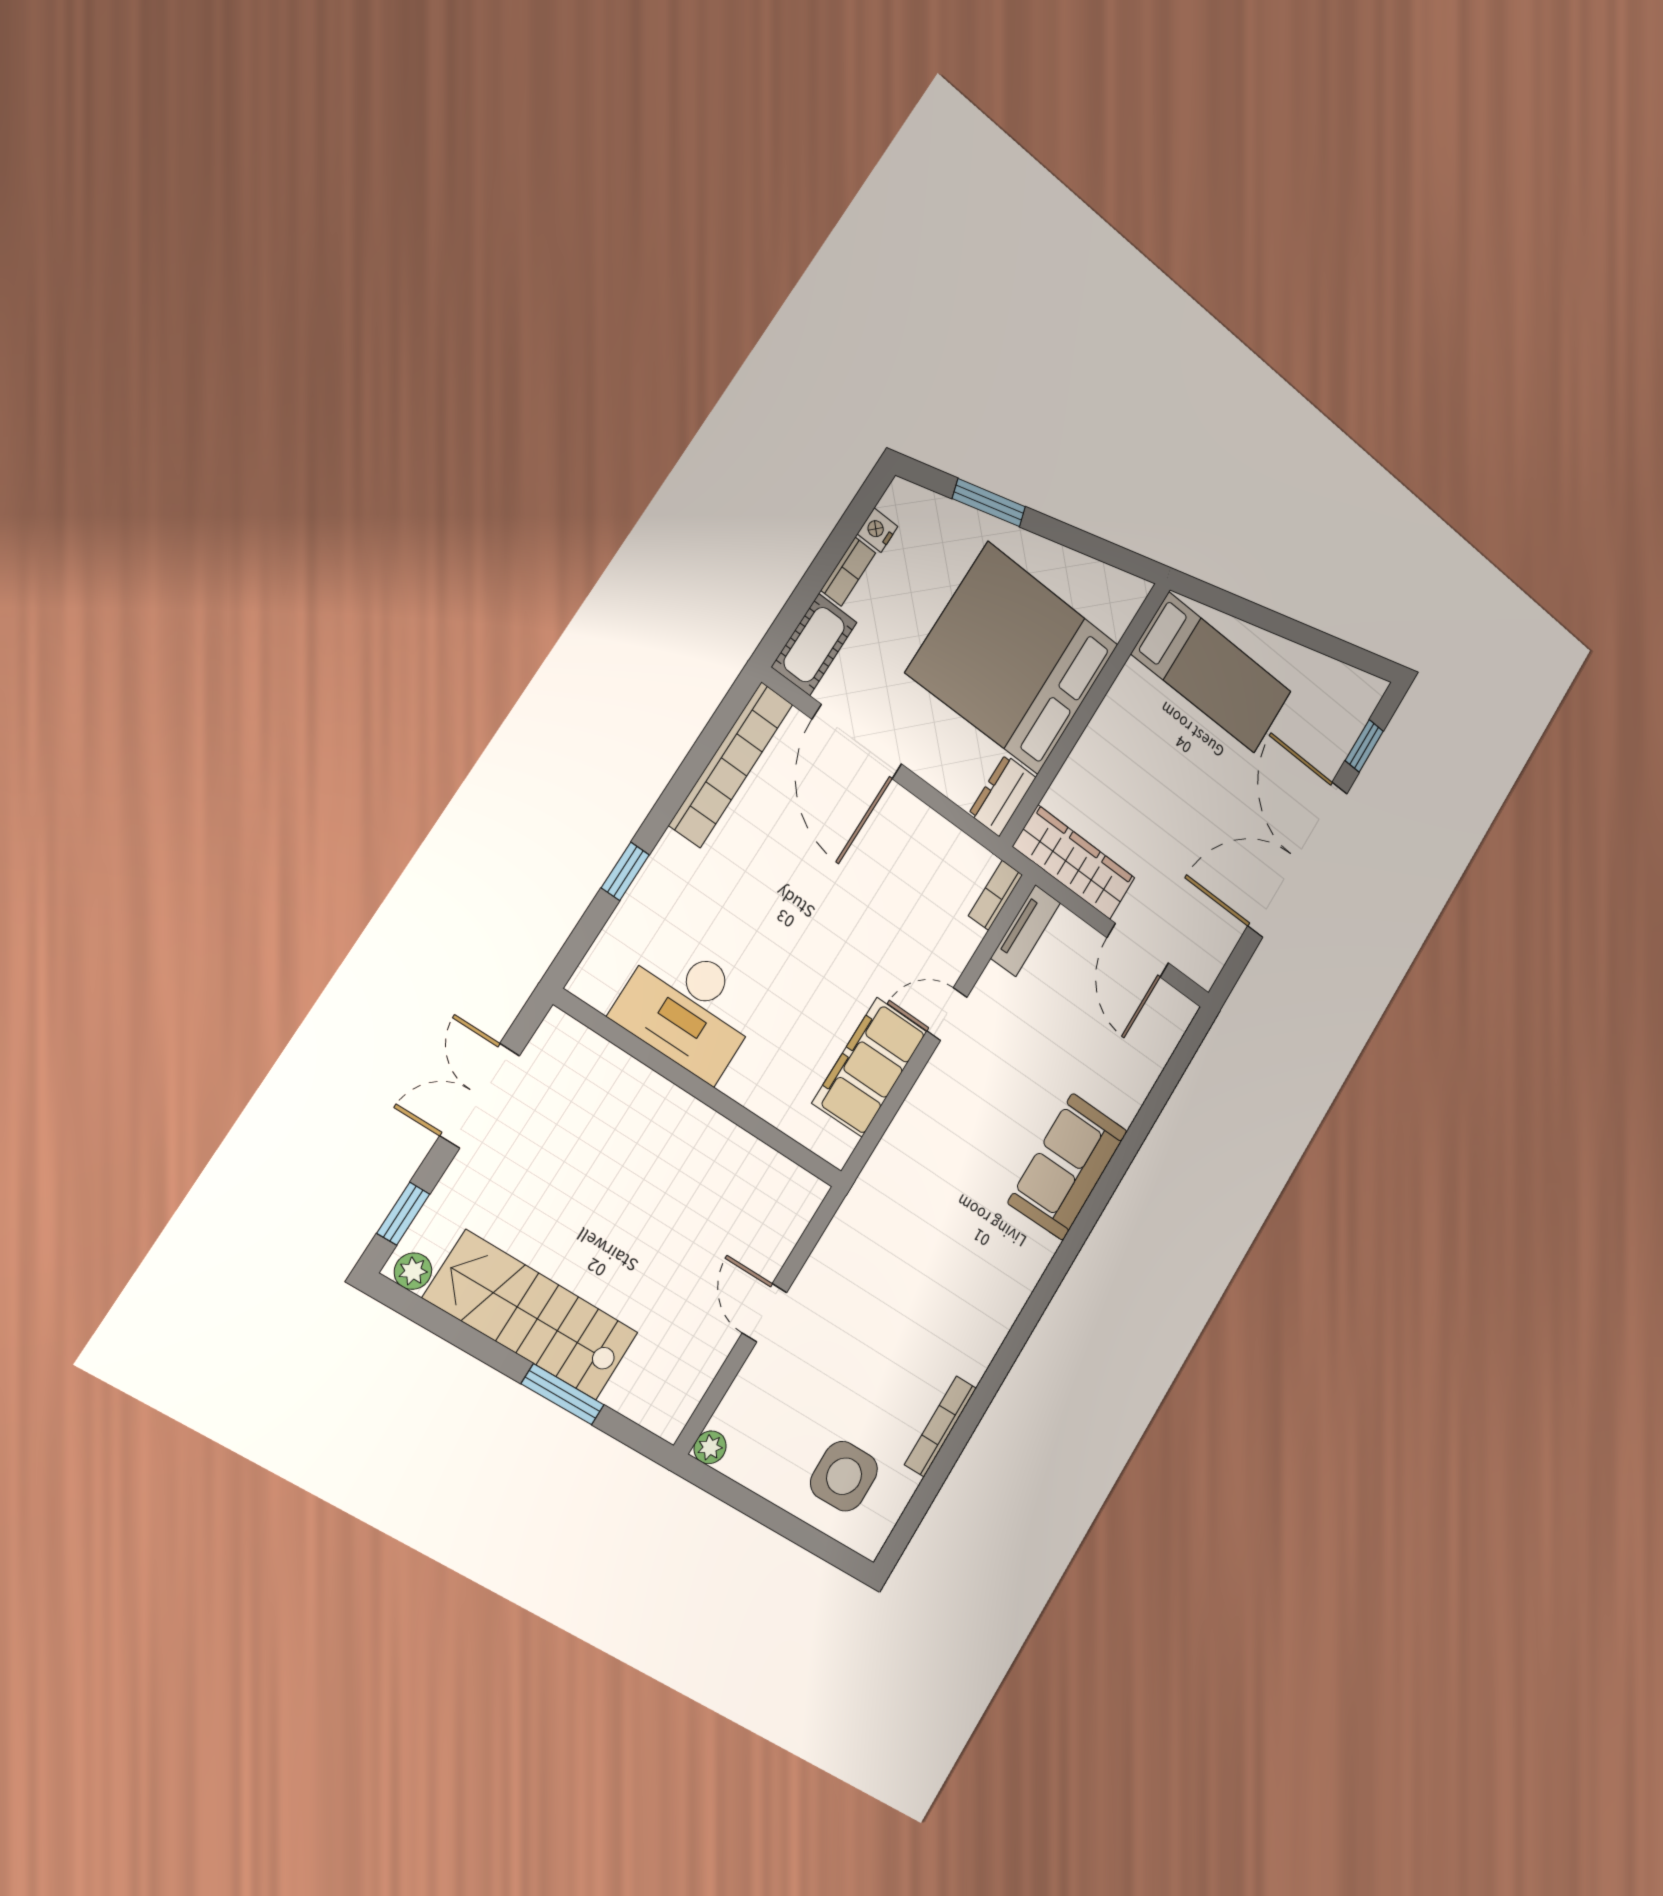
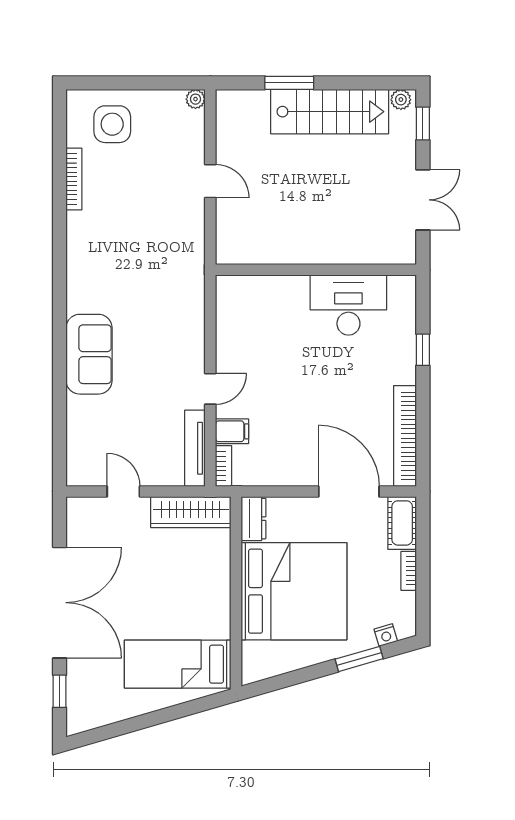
nightstand: (878, 530) -> (386, 635), moved, turned 74
tv unit: (1025, 931) -> (195, 448), width x1.41
door: (1138, 950) -> (123, 491), width x0.73
filing cabinet: (870, 1067) -> (232, 431), moved, width x0.33, depth x0.86

